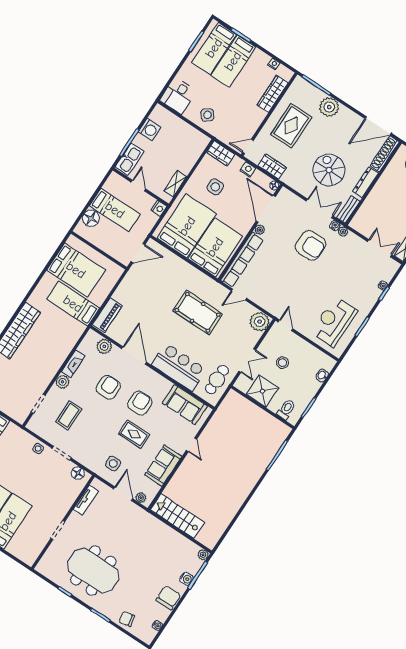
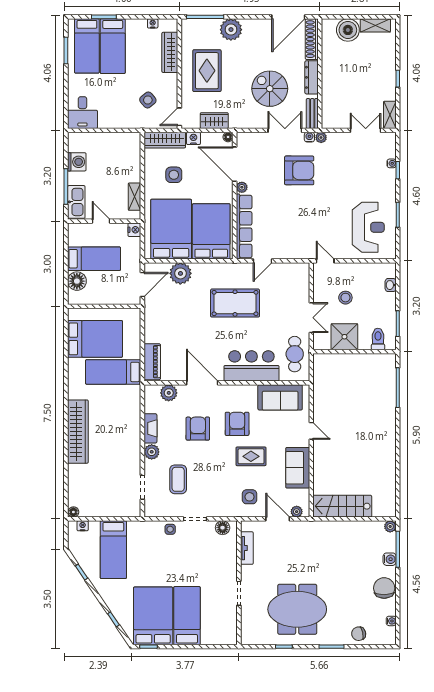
side table: (207, 115) -> (148, 100), moved
wardrobe: (221, 153) -> (165, 140), width x1.50
plant: (260, 322) -> (180, 273), moved
reception desk: (334, 322) -> (368, 227), turned 180

